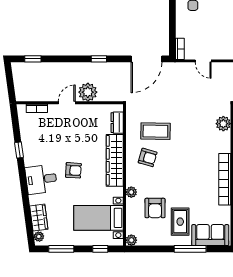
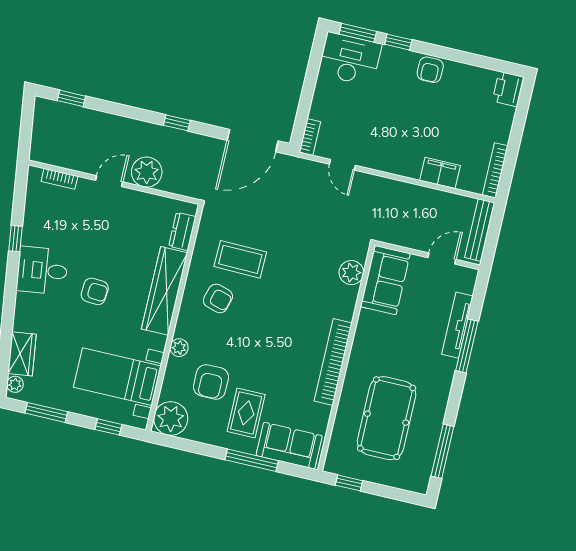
desk: (41, 179) -> (42, 270), moved
plant: (131, 240) -> (171, 419), width x1.88, depth x1.88

